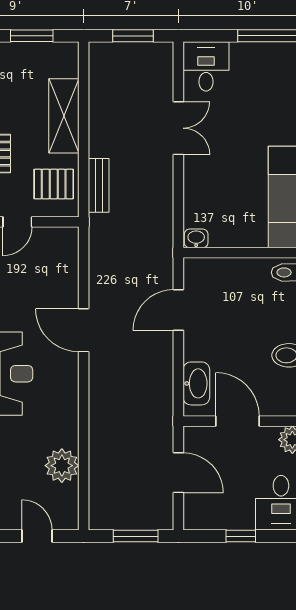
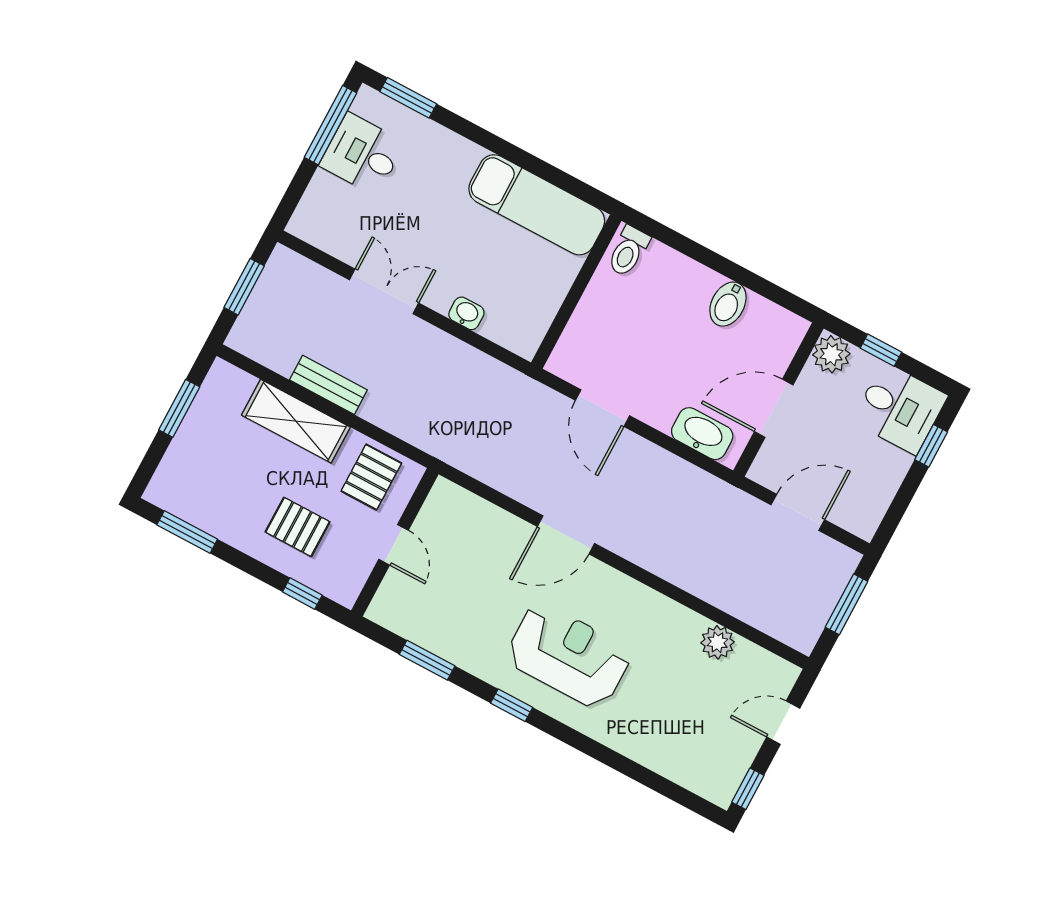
desk: (206, 66) -> (362, 154), moved
bench: (99, 185) -> (328, 385), moved
washbasin: (196, 238) -> (466, 313), moved, turned 90
plant: (62, 466) -> (717, 642), width x0.73, depth x0.73
window: (241, 536) -> (931, 446), moved

